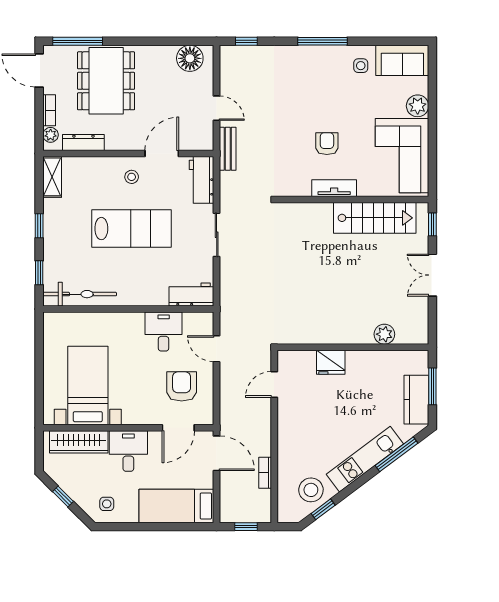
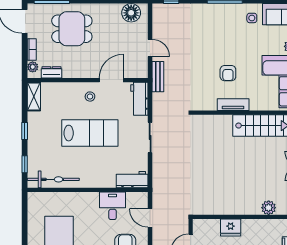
dining table: (106, 81) -> (72, 29), width x0.73
dresser: (83, 143) -> (52, 72), width x0.70
armchair: (327, 144) -> (228, 73), turned 180

